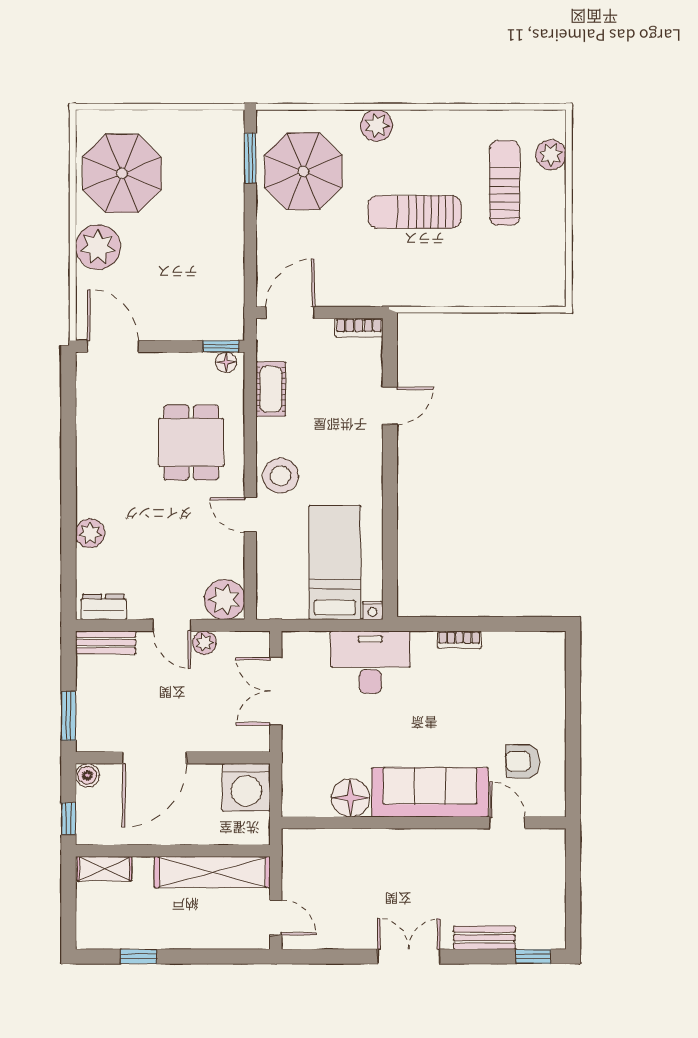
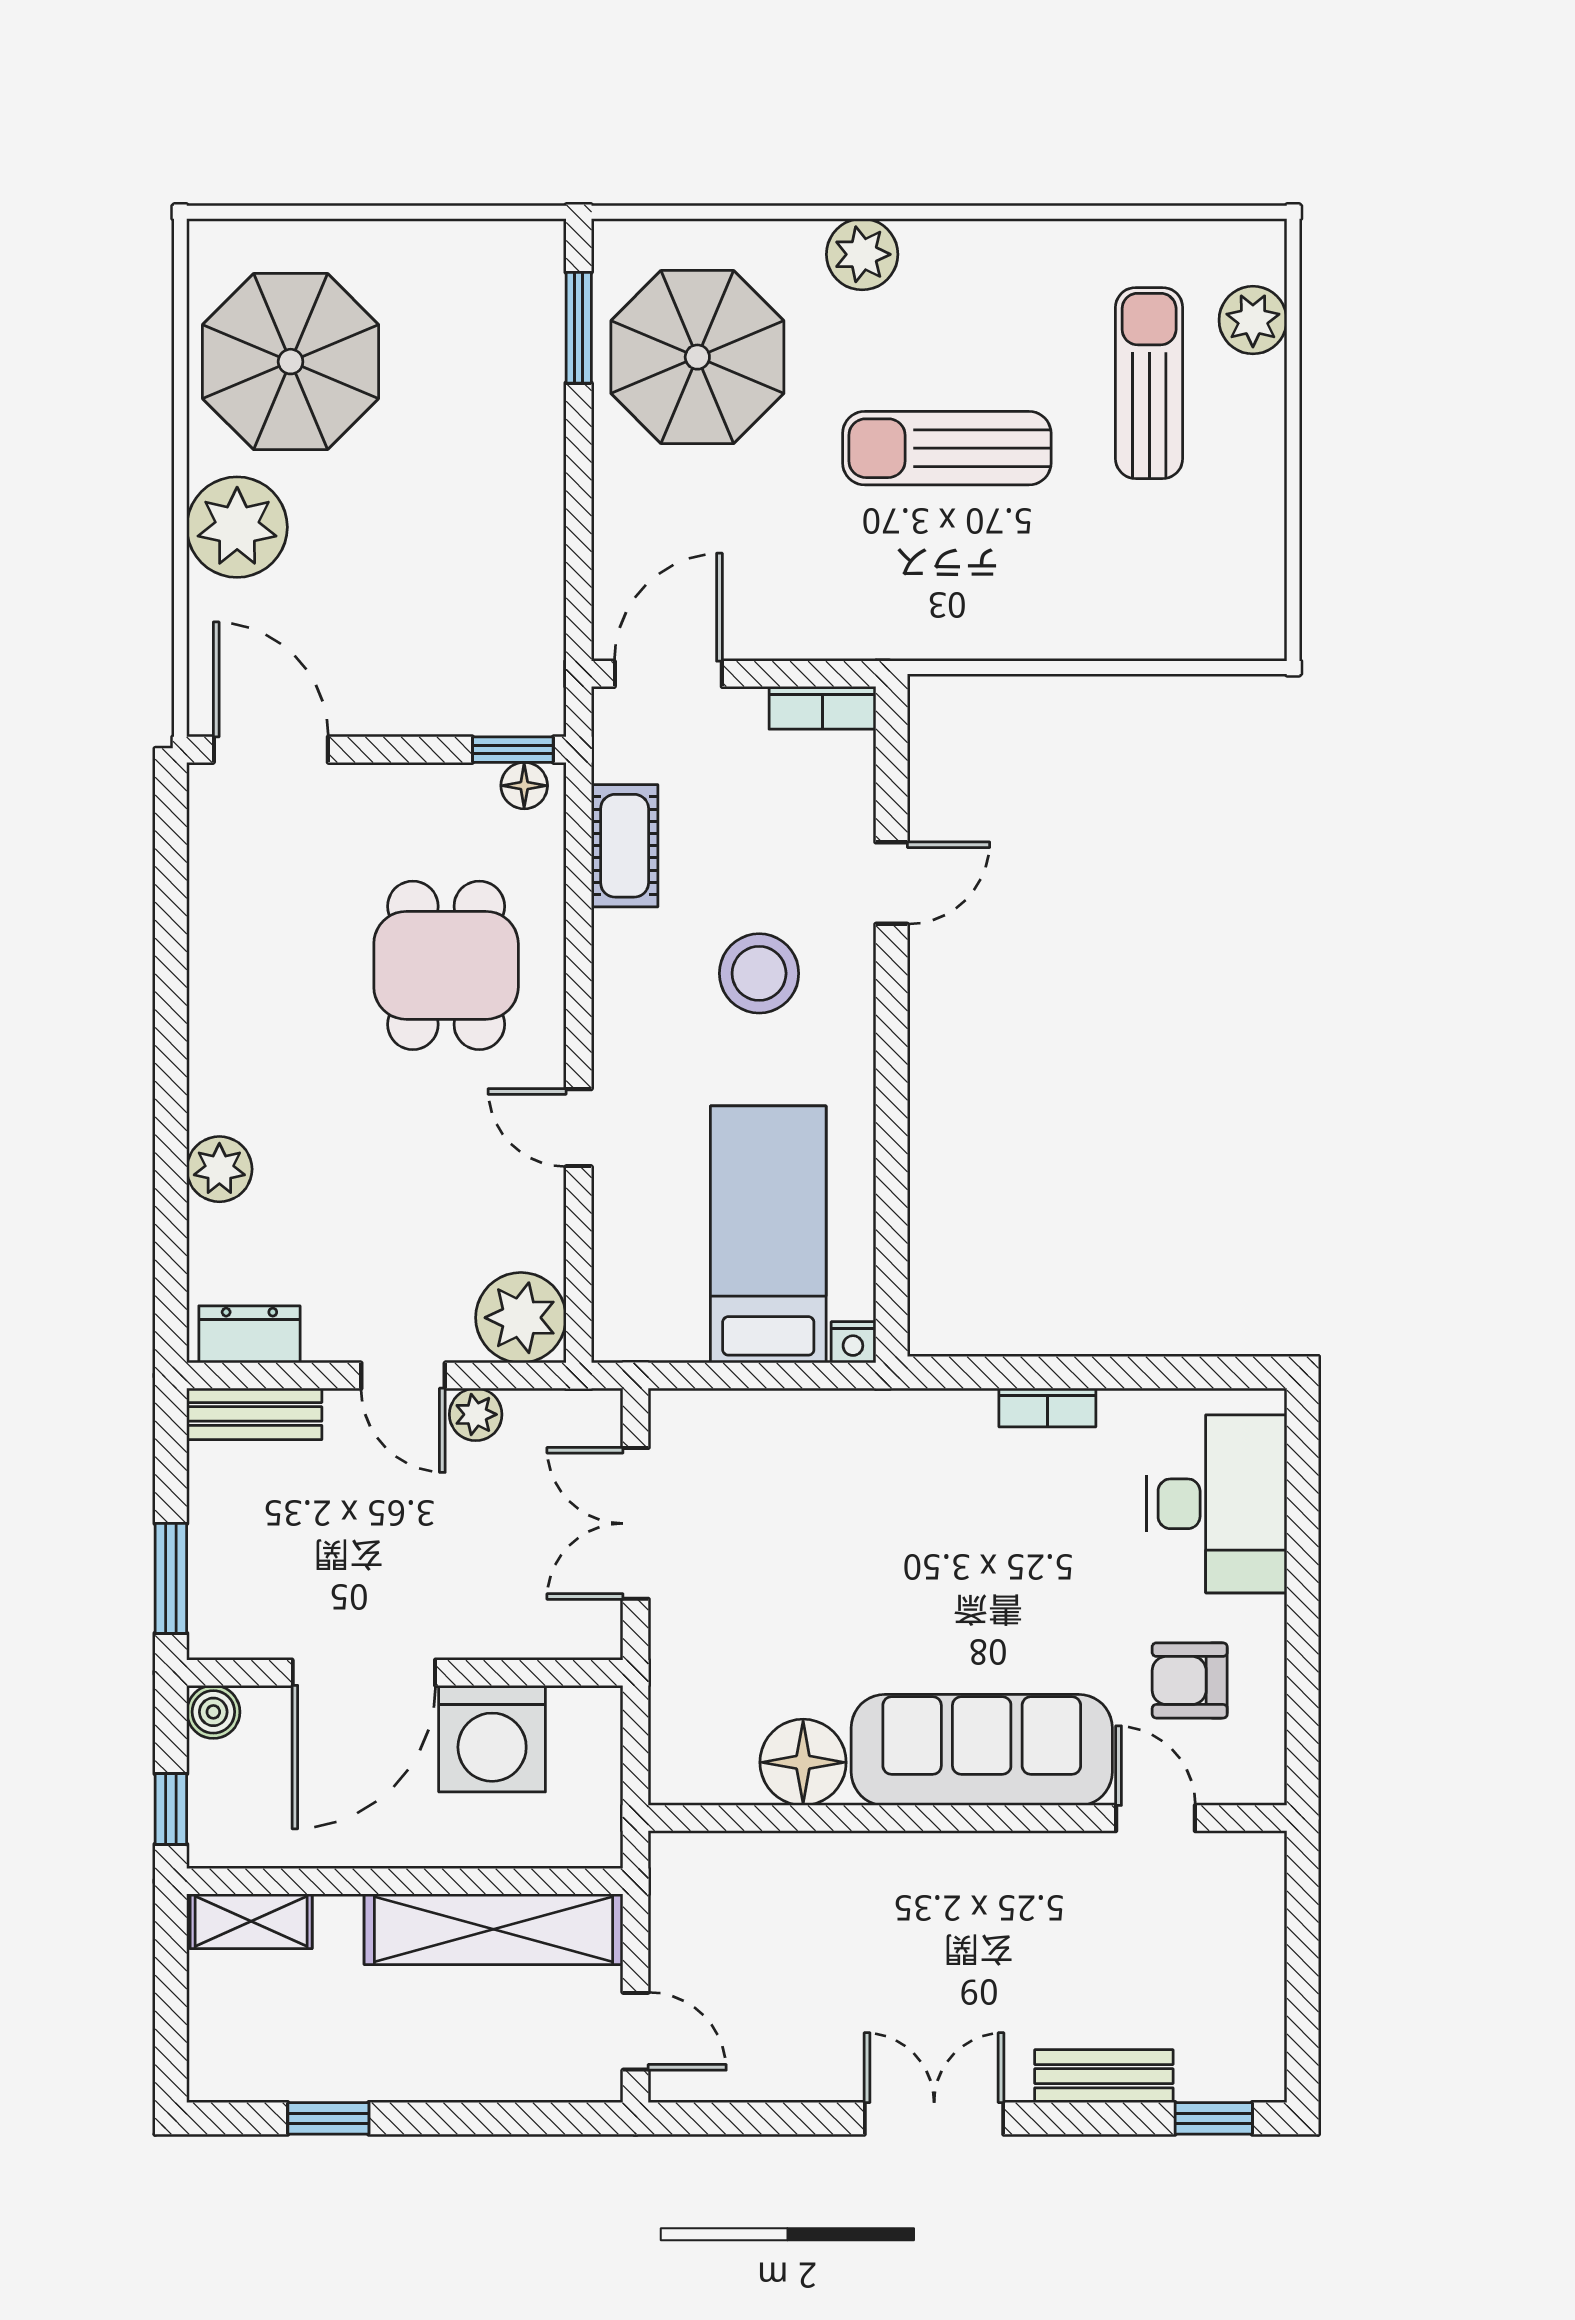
stool: (280, 476) -> (759, 973), moved
desk: (370, 662) -> (1217, 1504), moved, turned 90
washing machine: (246, 787) -> (492, 1739), moved

